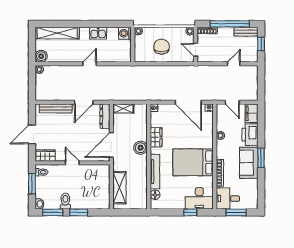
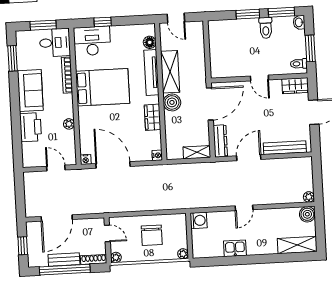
bench: (246, 32) -> (64, 260), moved
shelving: (57, 33) -> (297, 245), width x0.68
washing machine: (125, 33) -> (199, 220), moved
door: (234, 64) -> (57, 218), width x1.87
filing cabinet: (252, 113) -> (30, 155), removed
window: (261, 158) -> (12, 58), moved
shelving: (119, 188) -> (170, 72), moved
door: (134, 212) -> (176, 18), added

